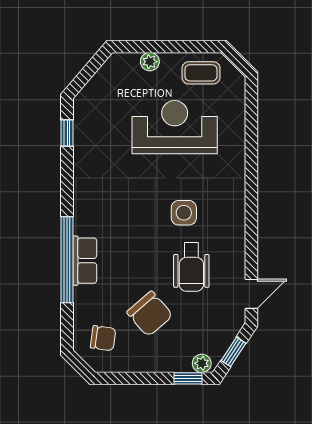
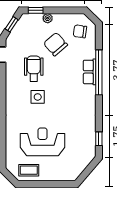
plant: (150, 62) -> (55, 176), removed
reception desk: (175, 127) -> (43, 142), turned 180
plant: (202, 363) -> (48, 18), moved

